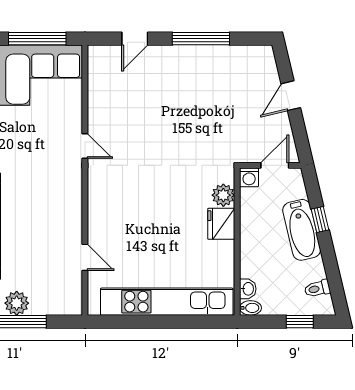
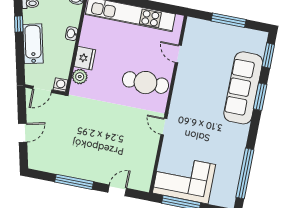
cafe table: (125, 206) -> (145, 83), added
window: (320, 220) -> (19, 24), moved
washbasin: (248, 289) -> (72, 34), moved
plant: (17, 303) -> (229, 33), removed

